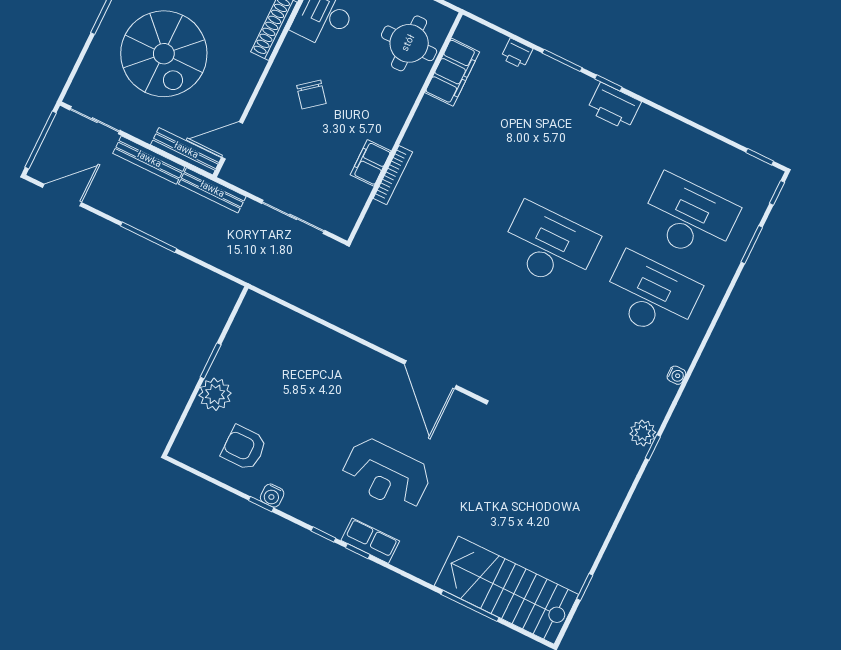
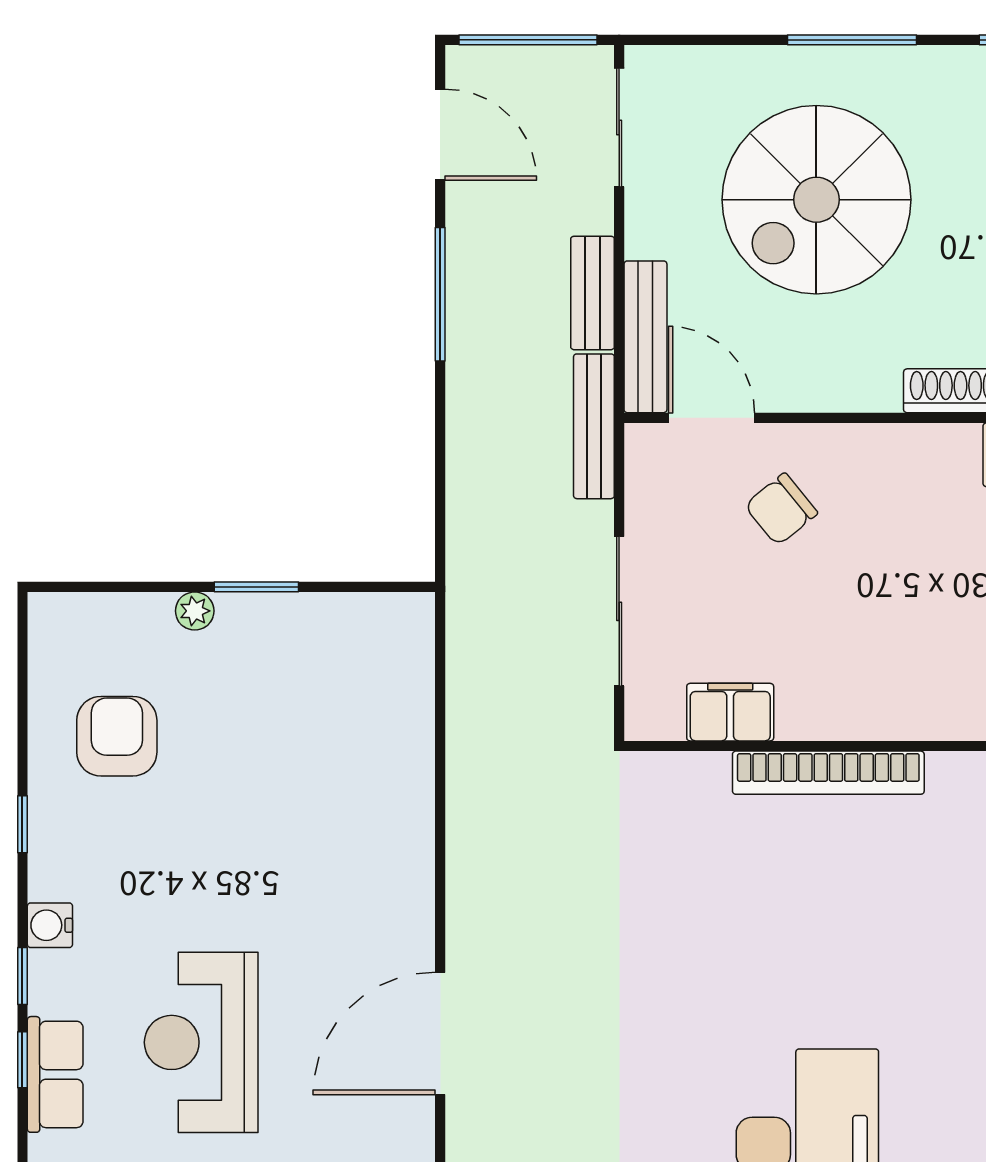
chair: (311, 95) -> (781, 509), moved
bench: (149, 160) -> (593, 293), width x0.73
filing cabinet: (371, 163) -> (730, 712), moved
bookcase: (393, 175) -> (828, 773), width x1.48, depth x1.31
window: (149, 237) -> (440, 294), moved
plant: (215, 394) -> (195, 611), width x0.53, depth x0.53
water cooler: (272, 496) -> (50, 925), moved

